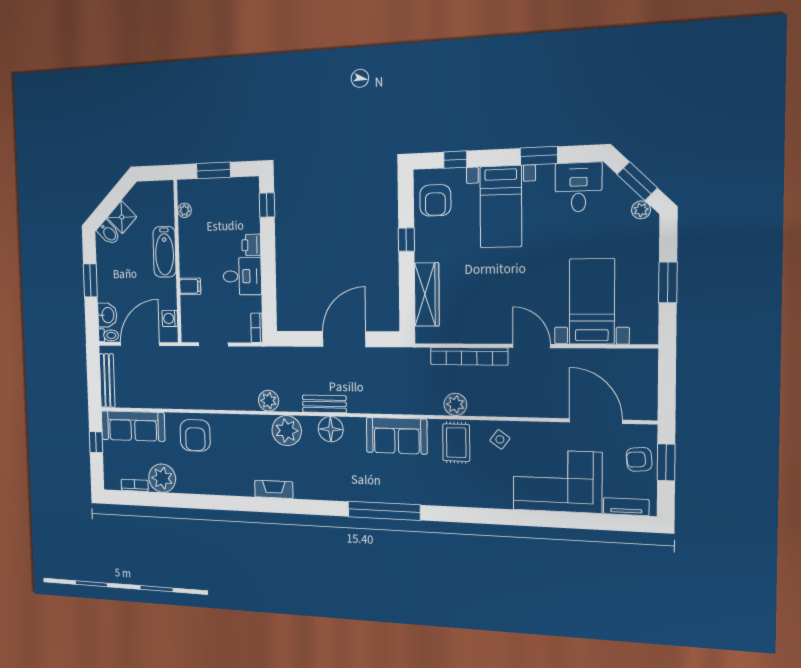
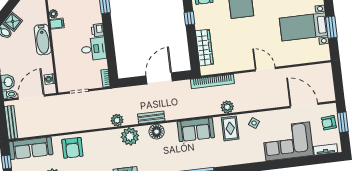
filing cabinet: (190, 286) -> (57, 24), moved
bed with nightstands: (592, 301) -> (304, 27), moved, turned -90
bookcase: (469, 356) -> (212, 81), moved

